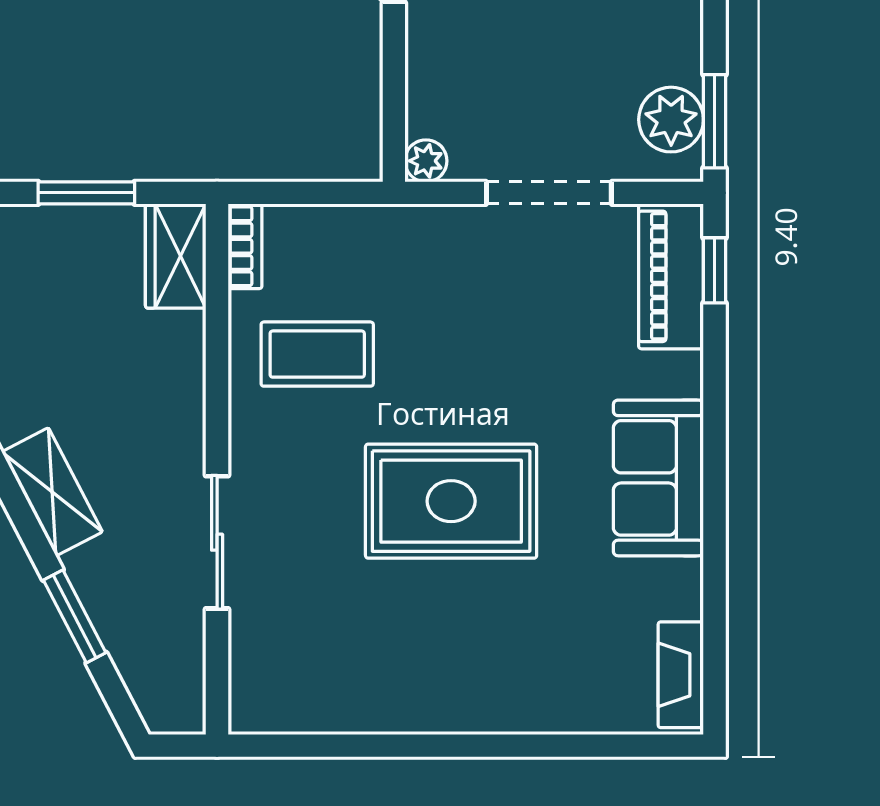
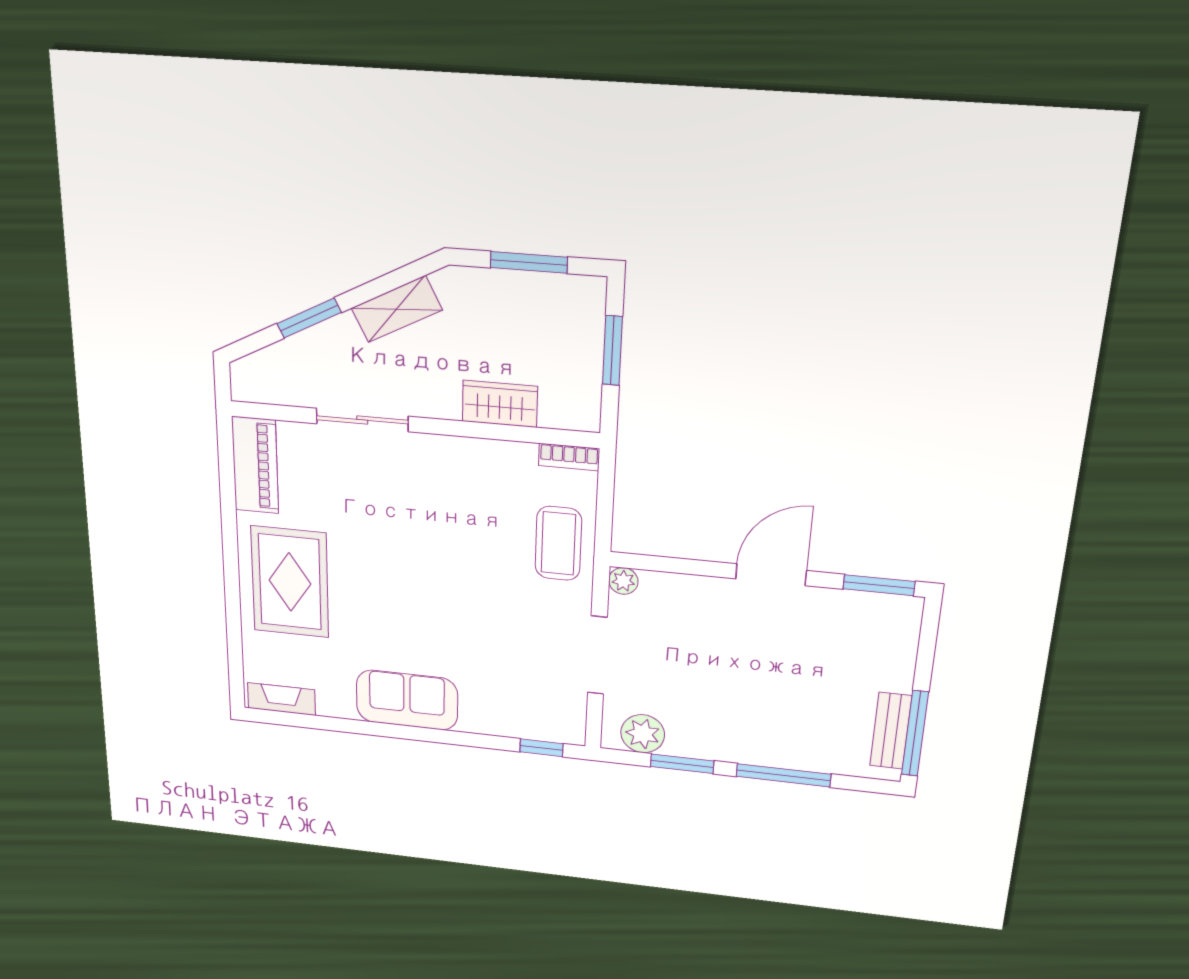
window: (714, 121) -> (682, 764), moved
wardrobe: (176, 256) -> (500, 404), moved
piano: (671, 276) -> (255, 465), moved, turned 90
coffee table: (317, 354) -> (558, 543), moved
rug: (451, 501) -> (290, 582), moved

